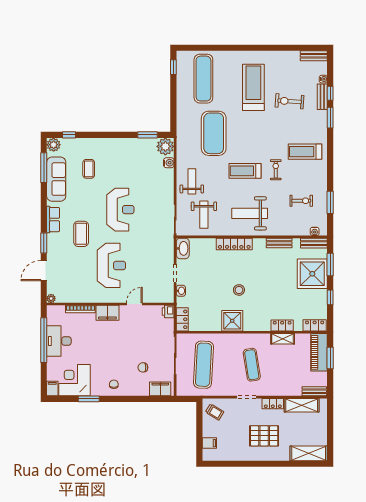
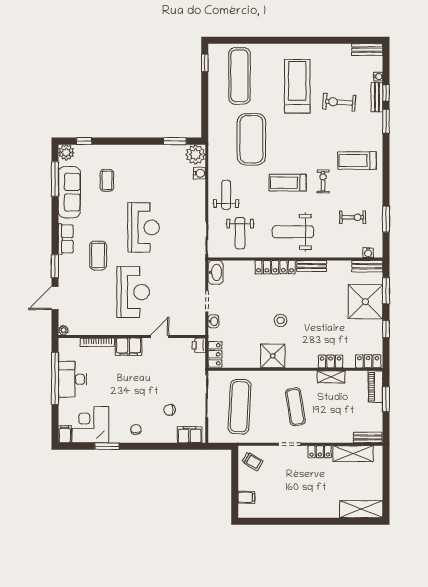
bench: (279, 243) -> (312, 266), moved
piano: (319, 352) -> (375, 387), width x0.73, depth x0.75
pallet: (264, 436) -> (310, 489), removed

